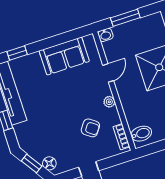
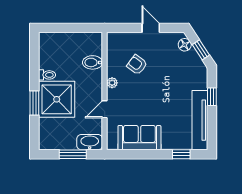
washbasin: (105, 35) -> (90, 142), width x1.91, depth x1.45
bidet: (141, 134) -> (93, 62), moved
bookcase: (121, 137) -> (111, 48), removed

